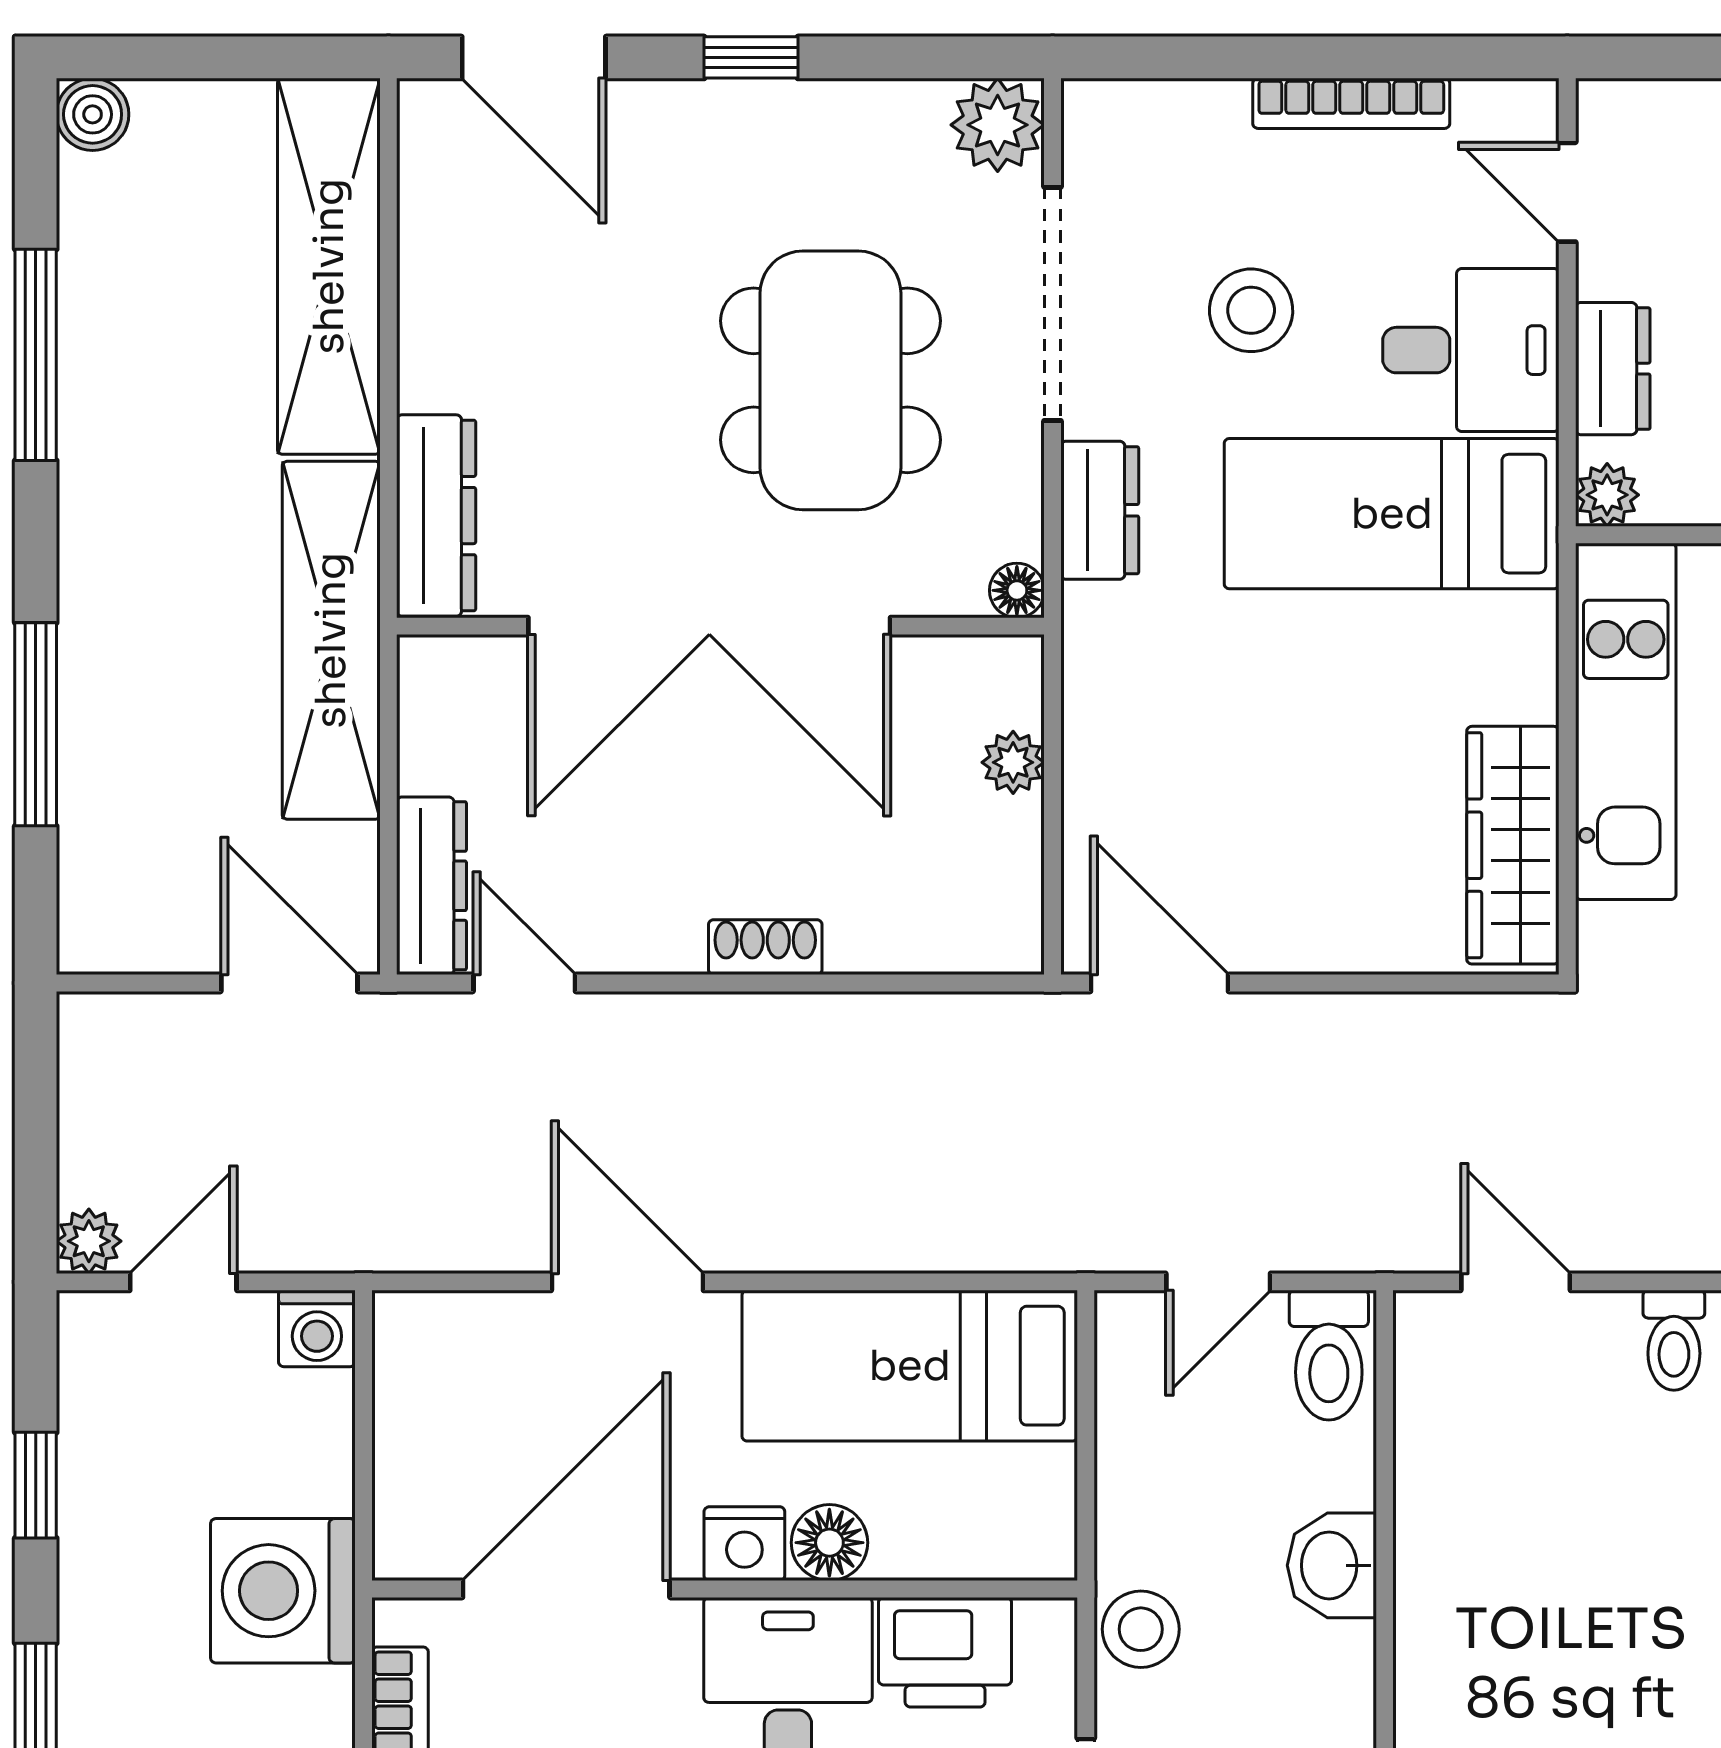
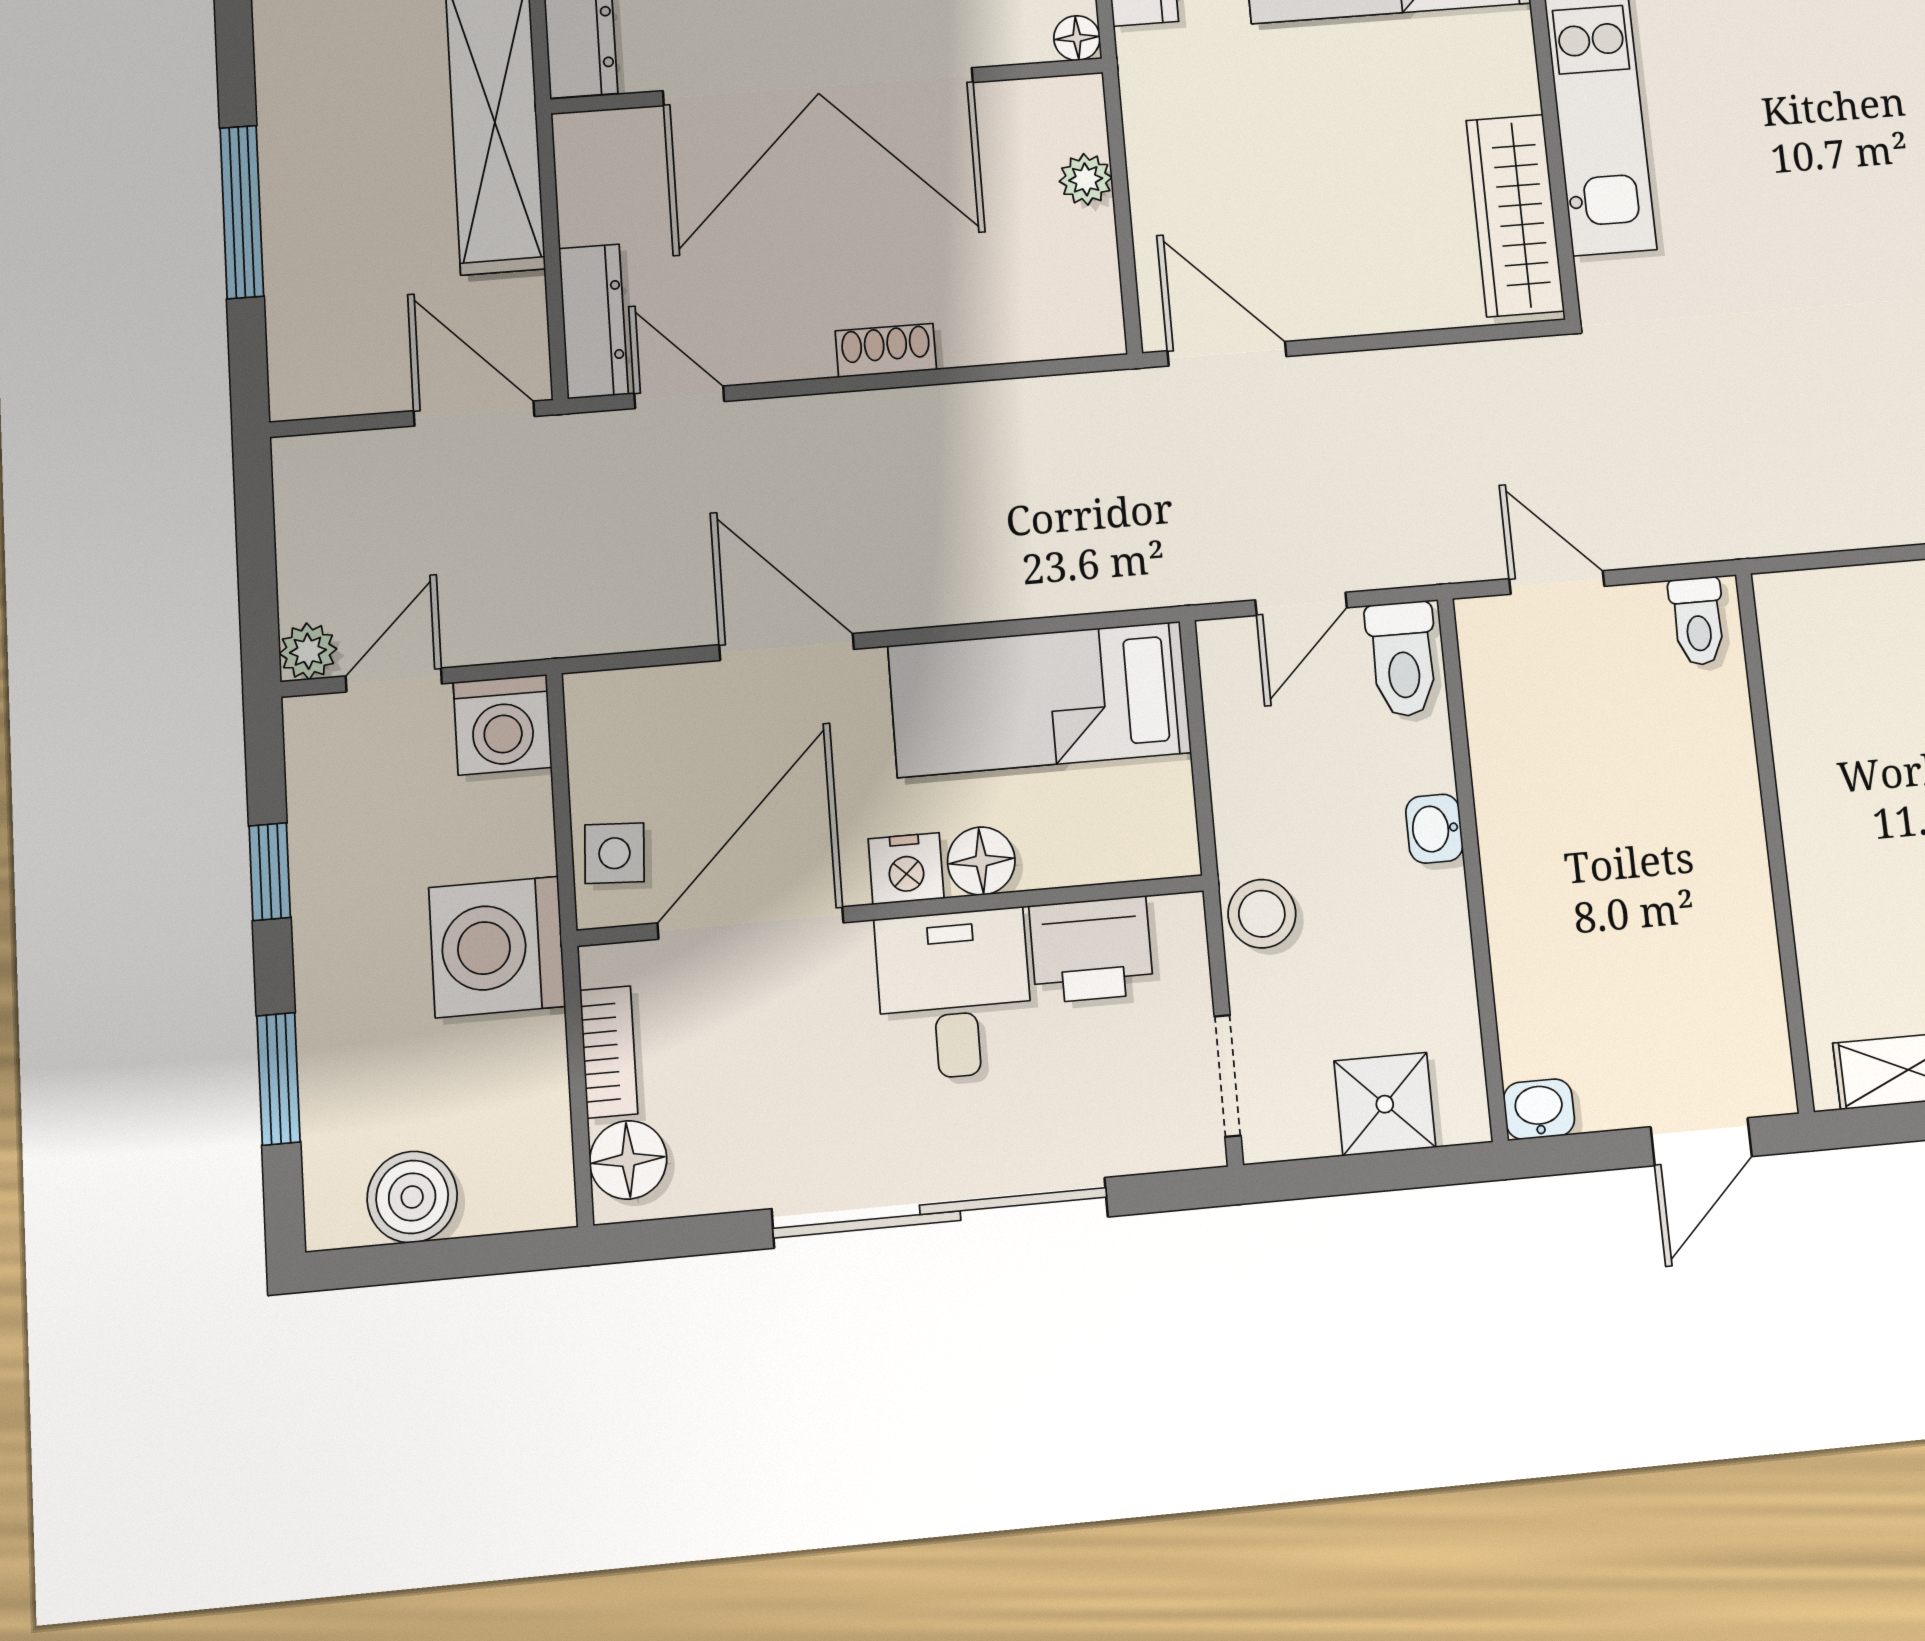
washing machine: (317, 1328) -> (503, 725), width x1.38, depth x1.38
side table: (419, 1498) -> (614, 853), added
washbasin: (1332, 1565) -> (1434, 829), width x0.72, depth x0.69

